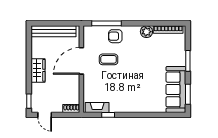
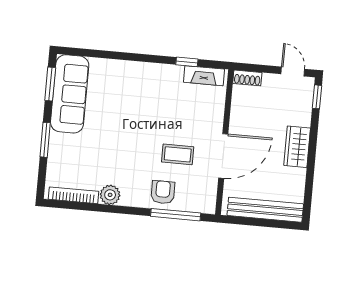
armchair: (115, 36) -> (163, 192), turned -90

